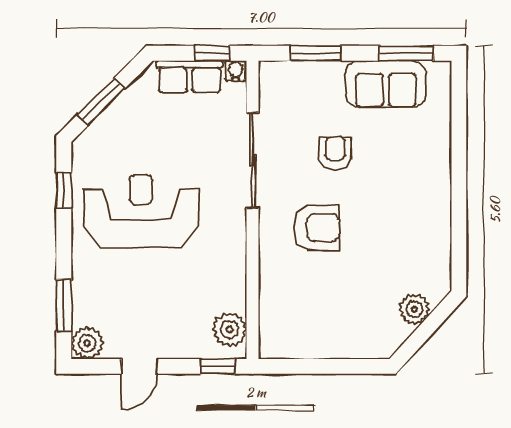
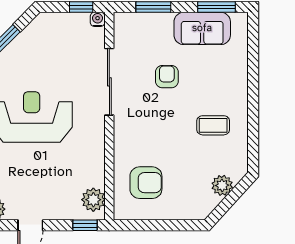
row of seats: (190, 77) -> (65, 23), removed
coffee table: (402, 223) -> (213, 125), added
armchair: (317, 228) -> (146, 183), moved

